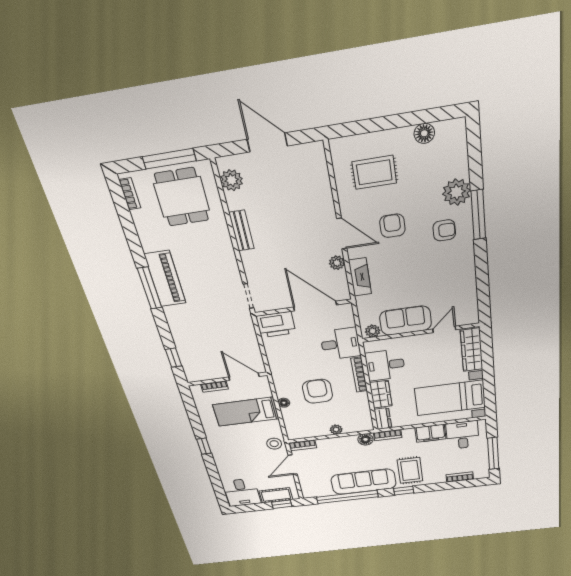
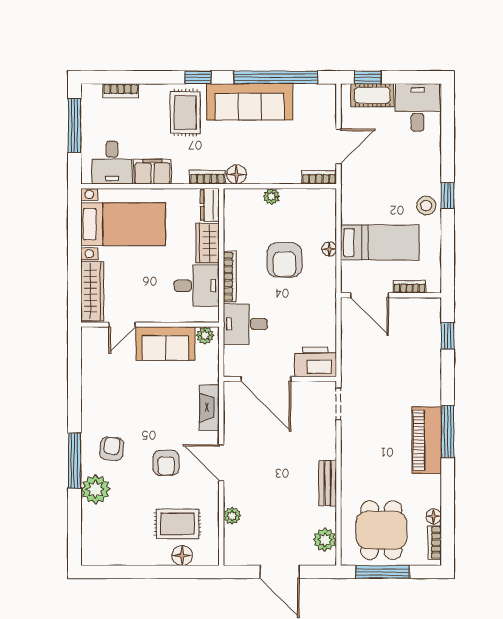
floor lamp: (424, 133) -> (182, 556), moved
floor lamp: (138, 217) -> (434, 516), added
armchair: (444, 230) -> (112, 449), turned 96
plant: (337, 263) -> (232, 516), moved
stool: (274, 444) -> (426, 206), moved

